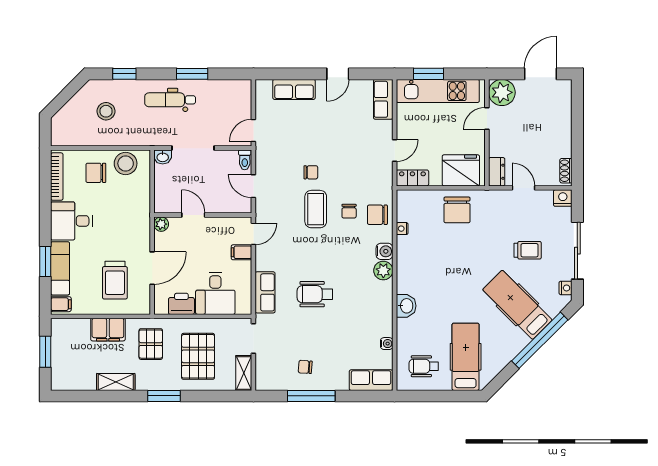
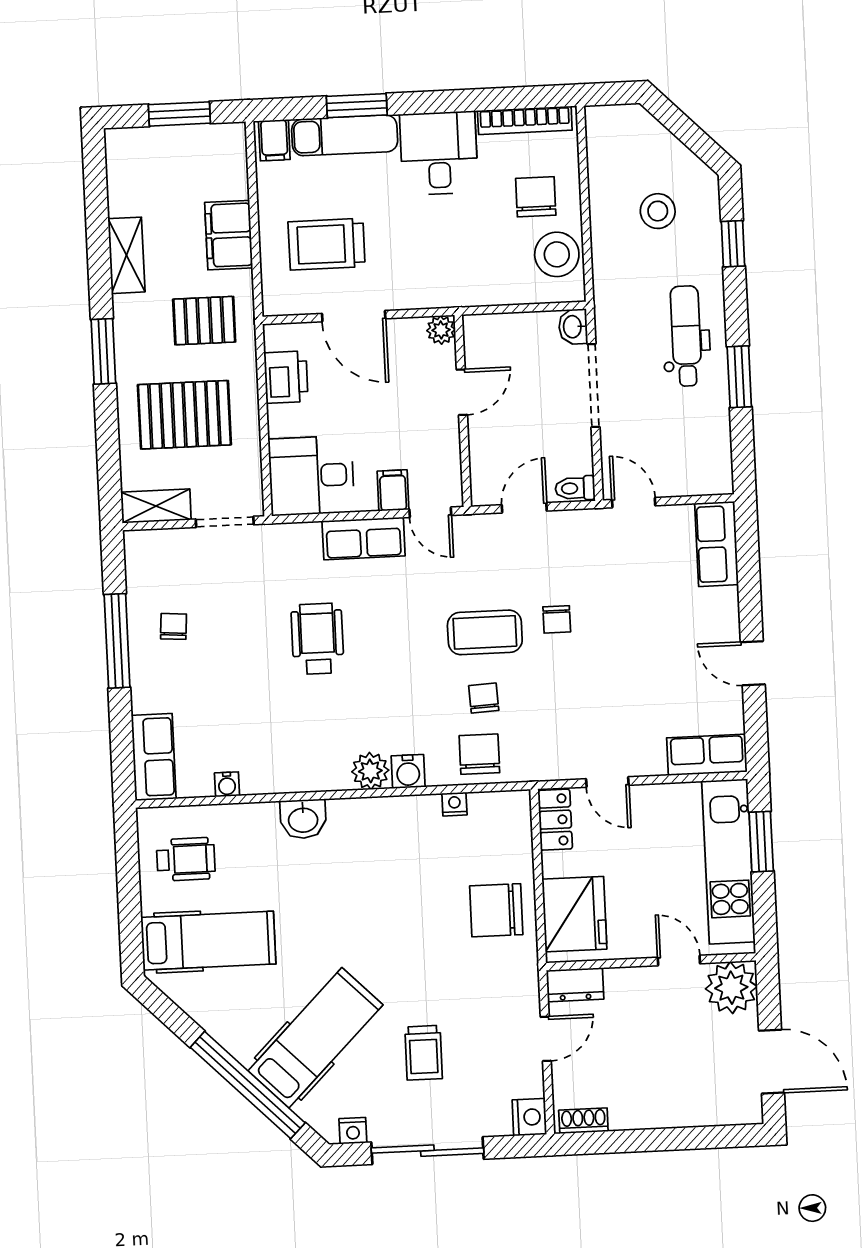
row of seats: (294, 89) -> (717, 544), moved
chair: (349, 211) -> (484, 698), turned 87
row of seats: (265, 292) -> (364, 538), moved
desk: (215, 293) -> (311, 476), moved
wheelchair: (424, 366) -> (186, 859), turned 90

